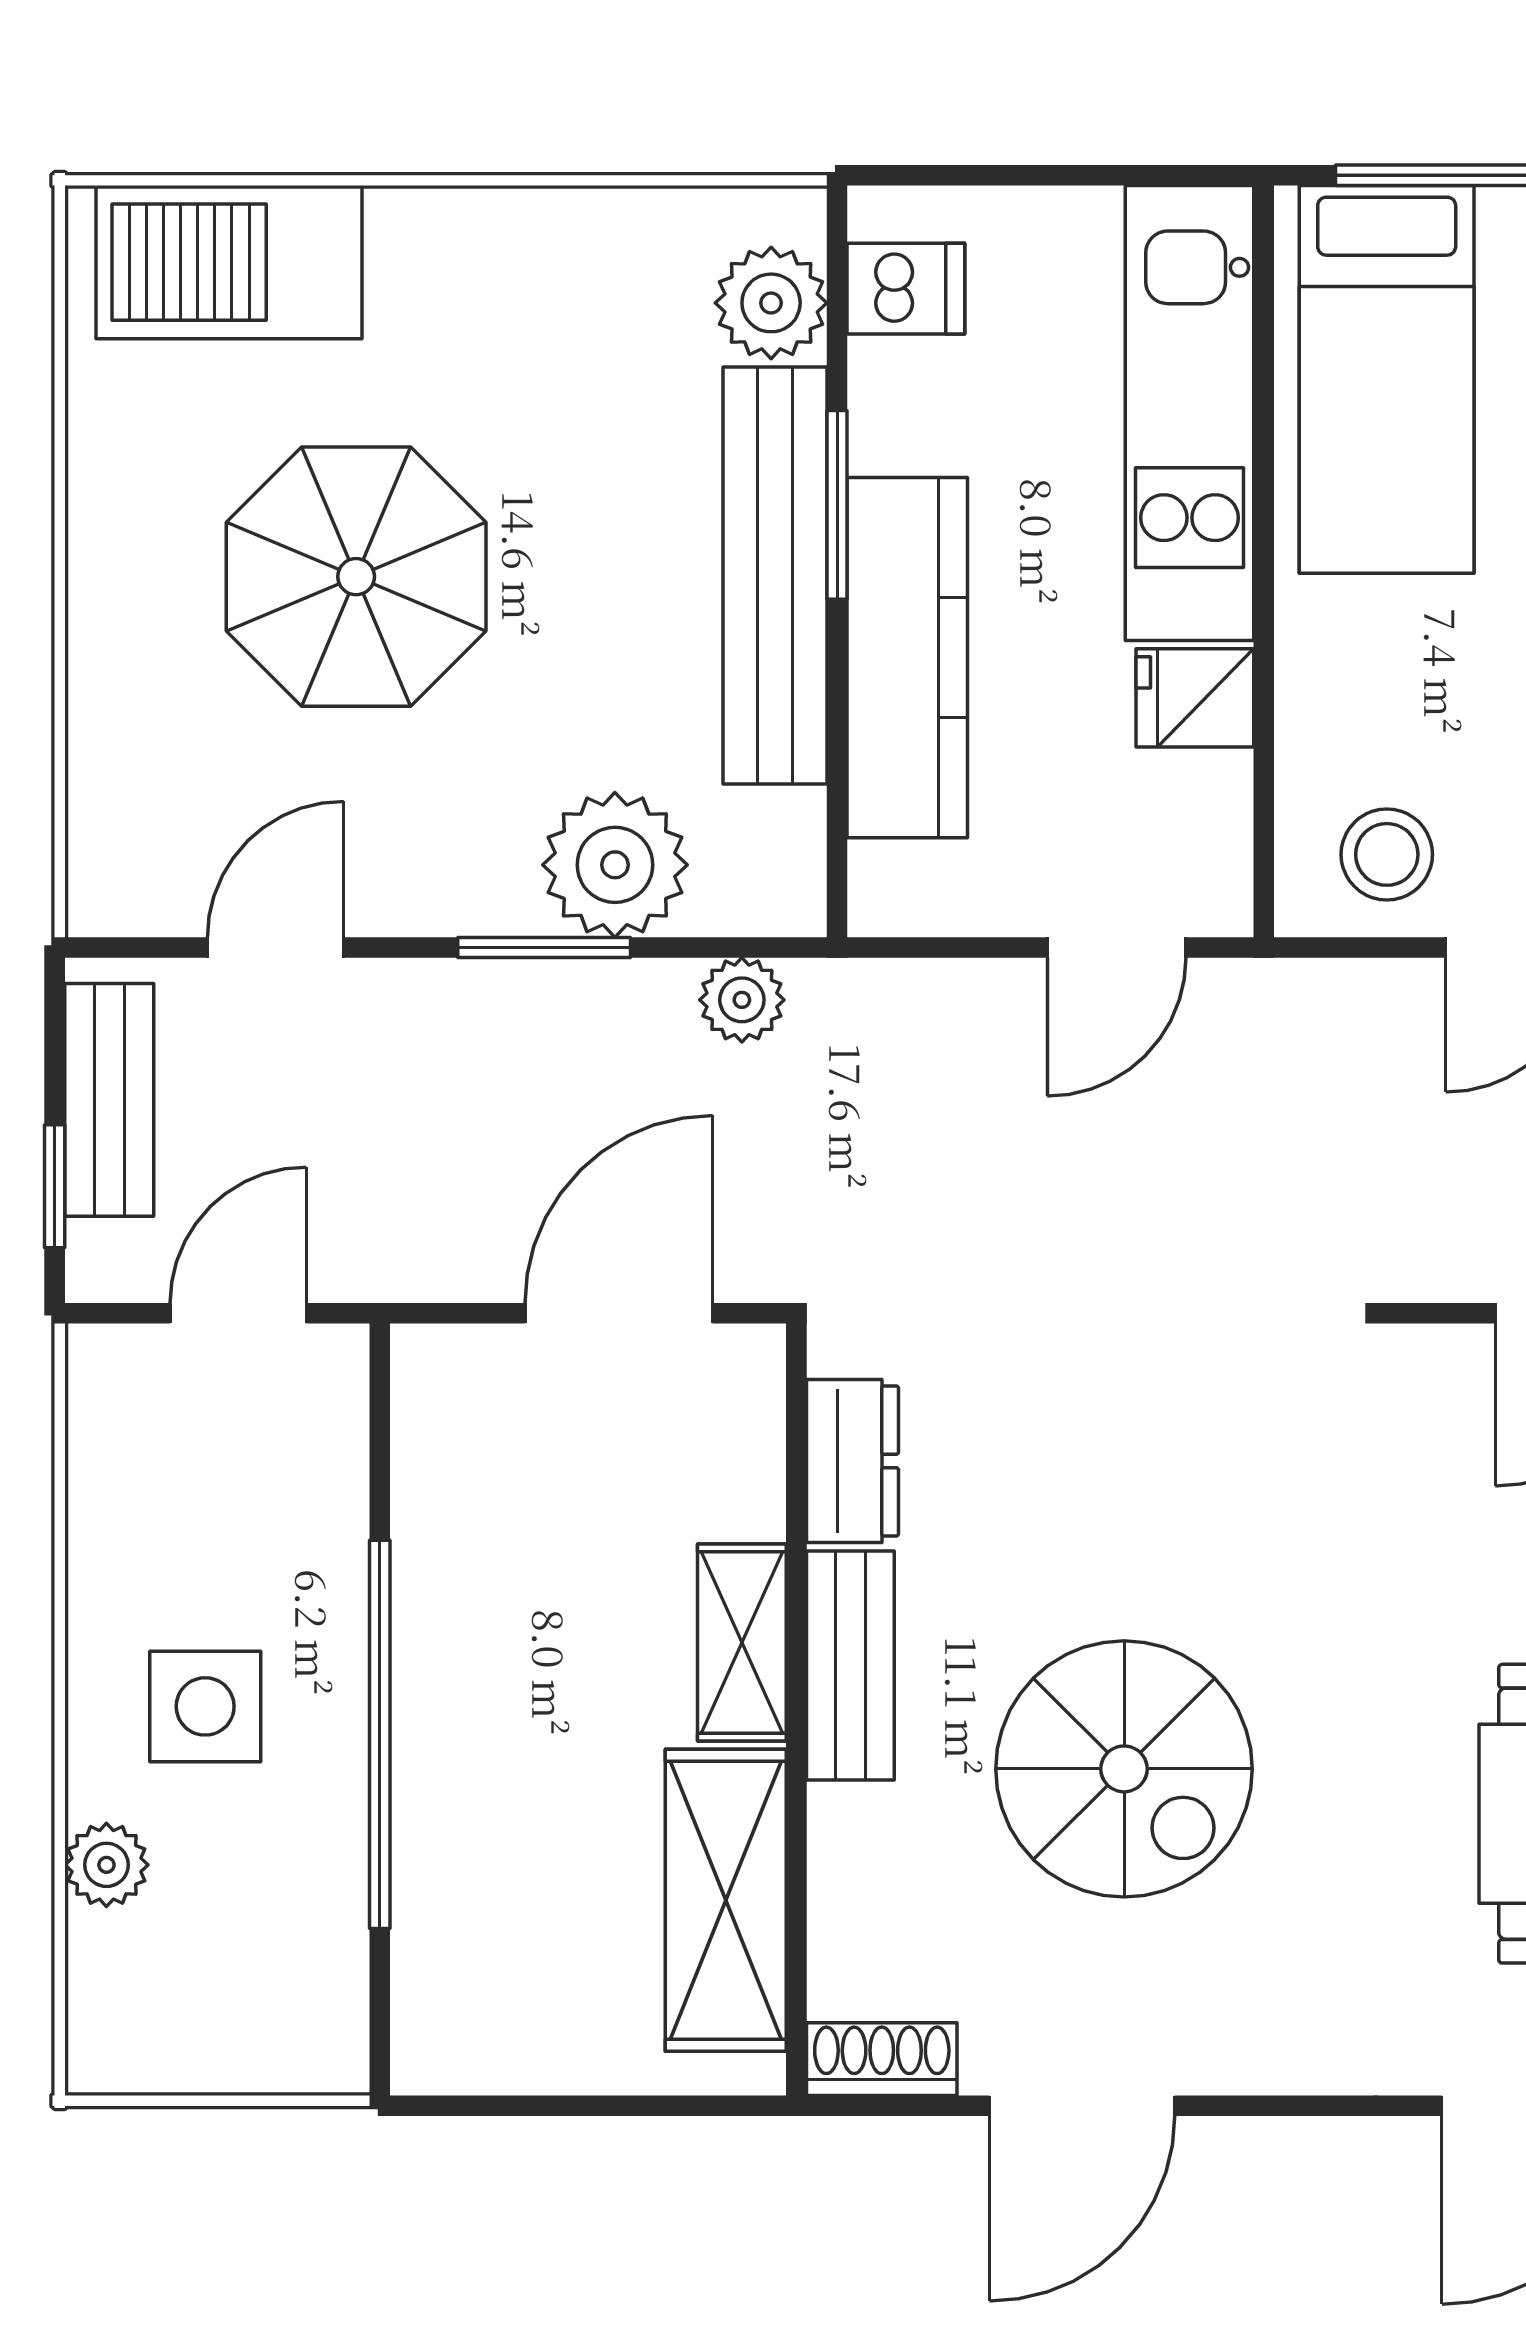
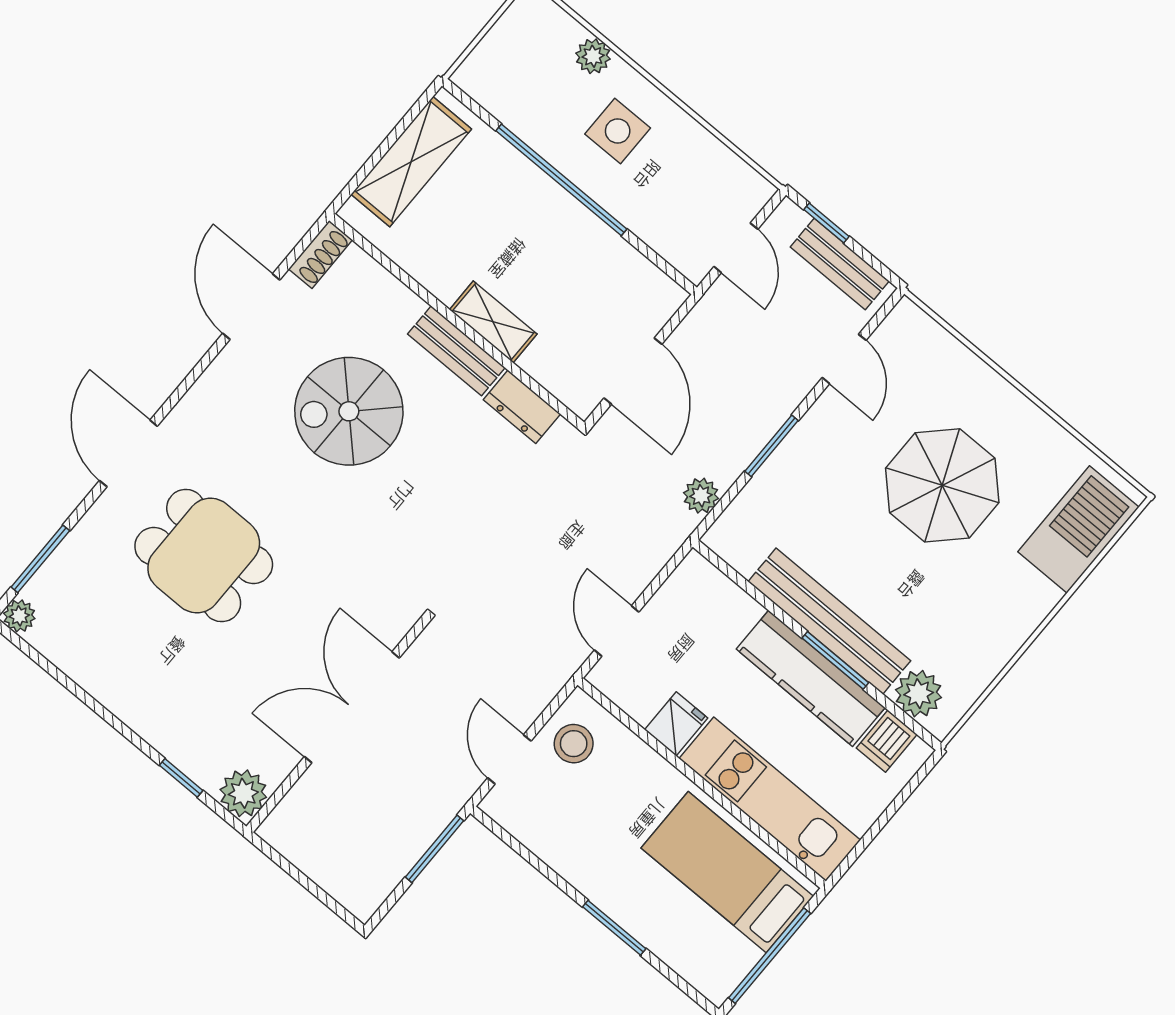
kitchen counter: (907, 658) -> (811, 678), moved
plant: (615, 865) -> (779, 491), removed
shelving: (726, 1900) -> (411, 162), moved, turned 90

